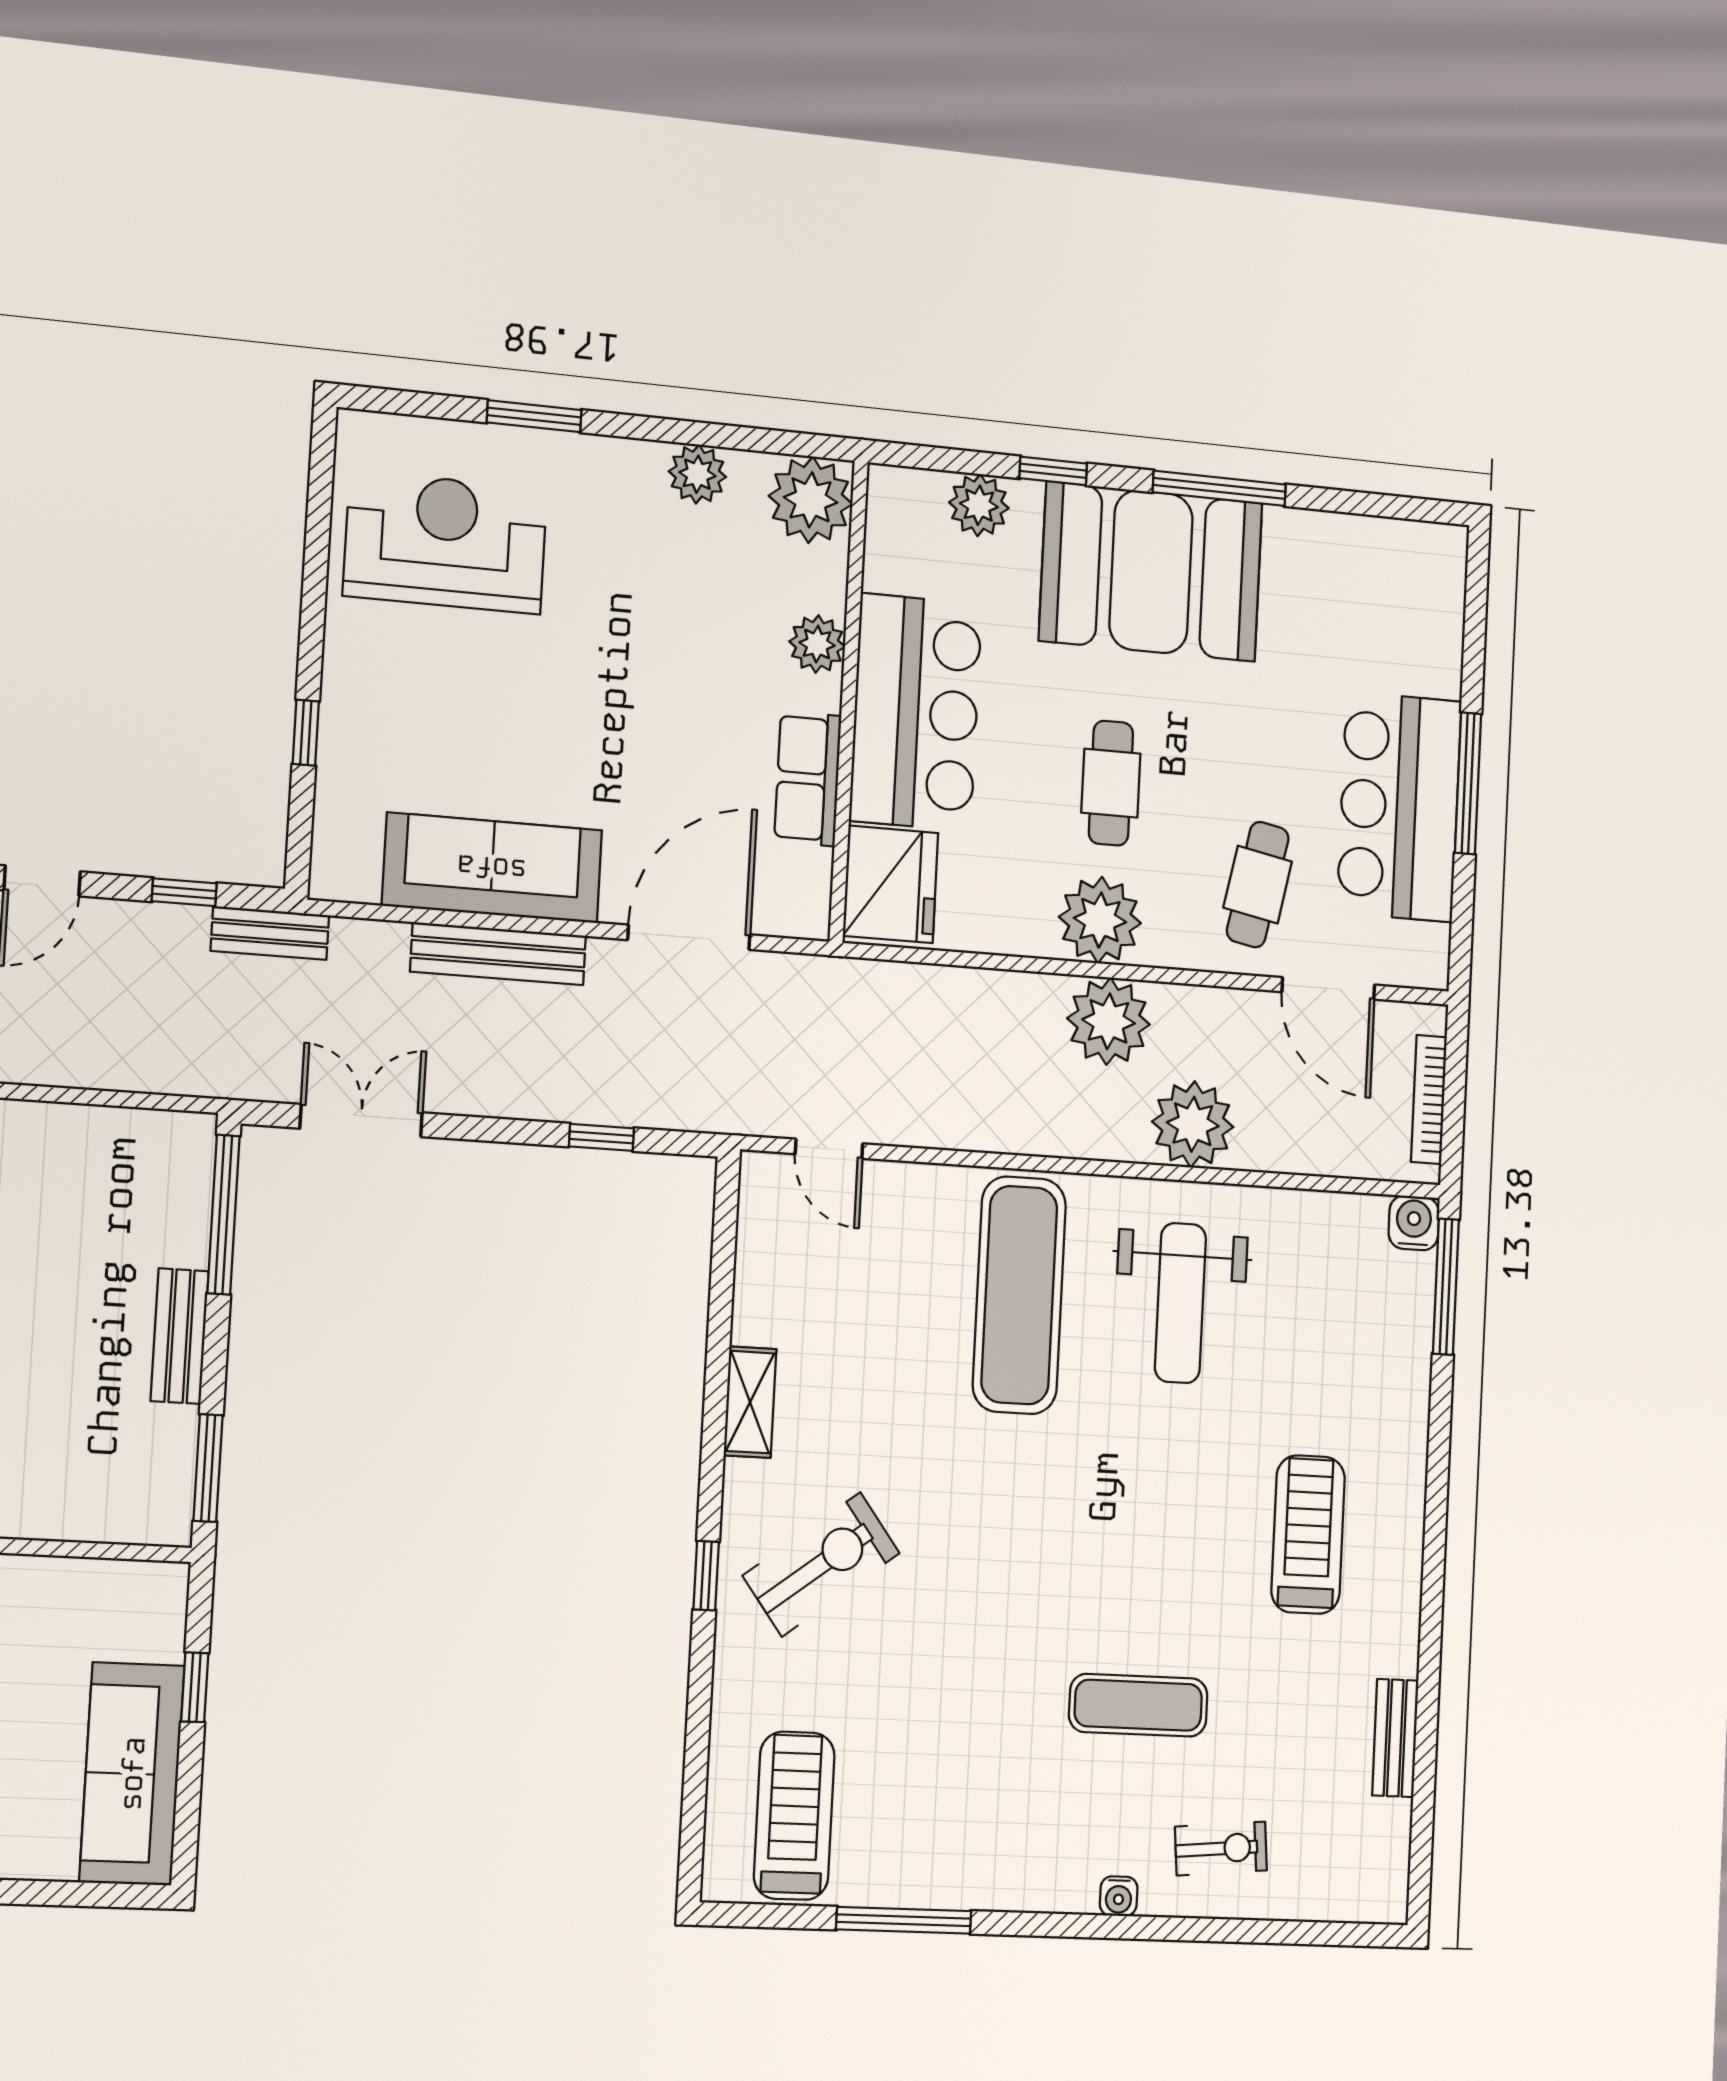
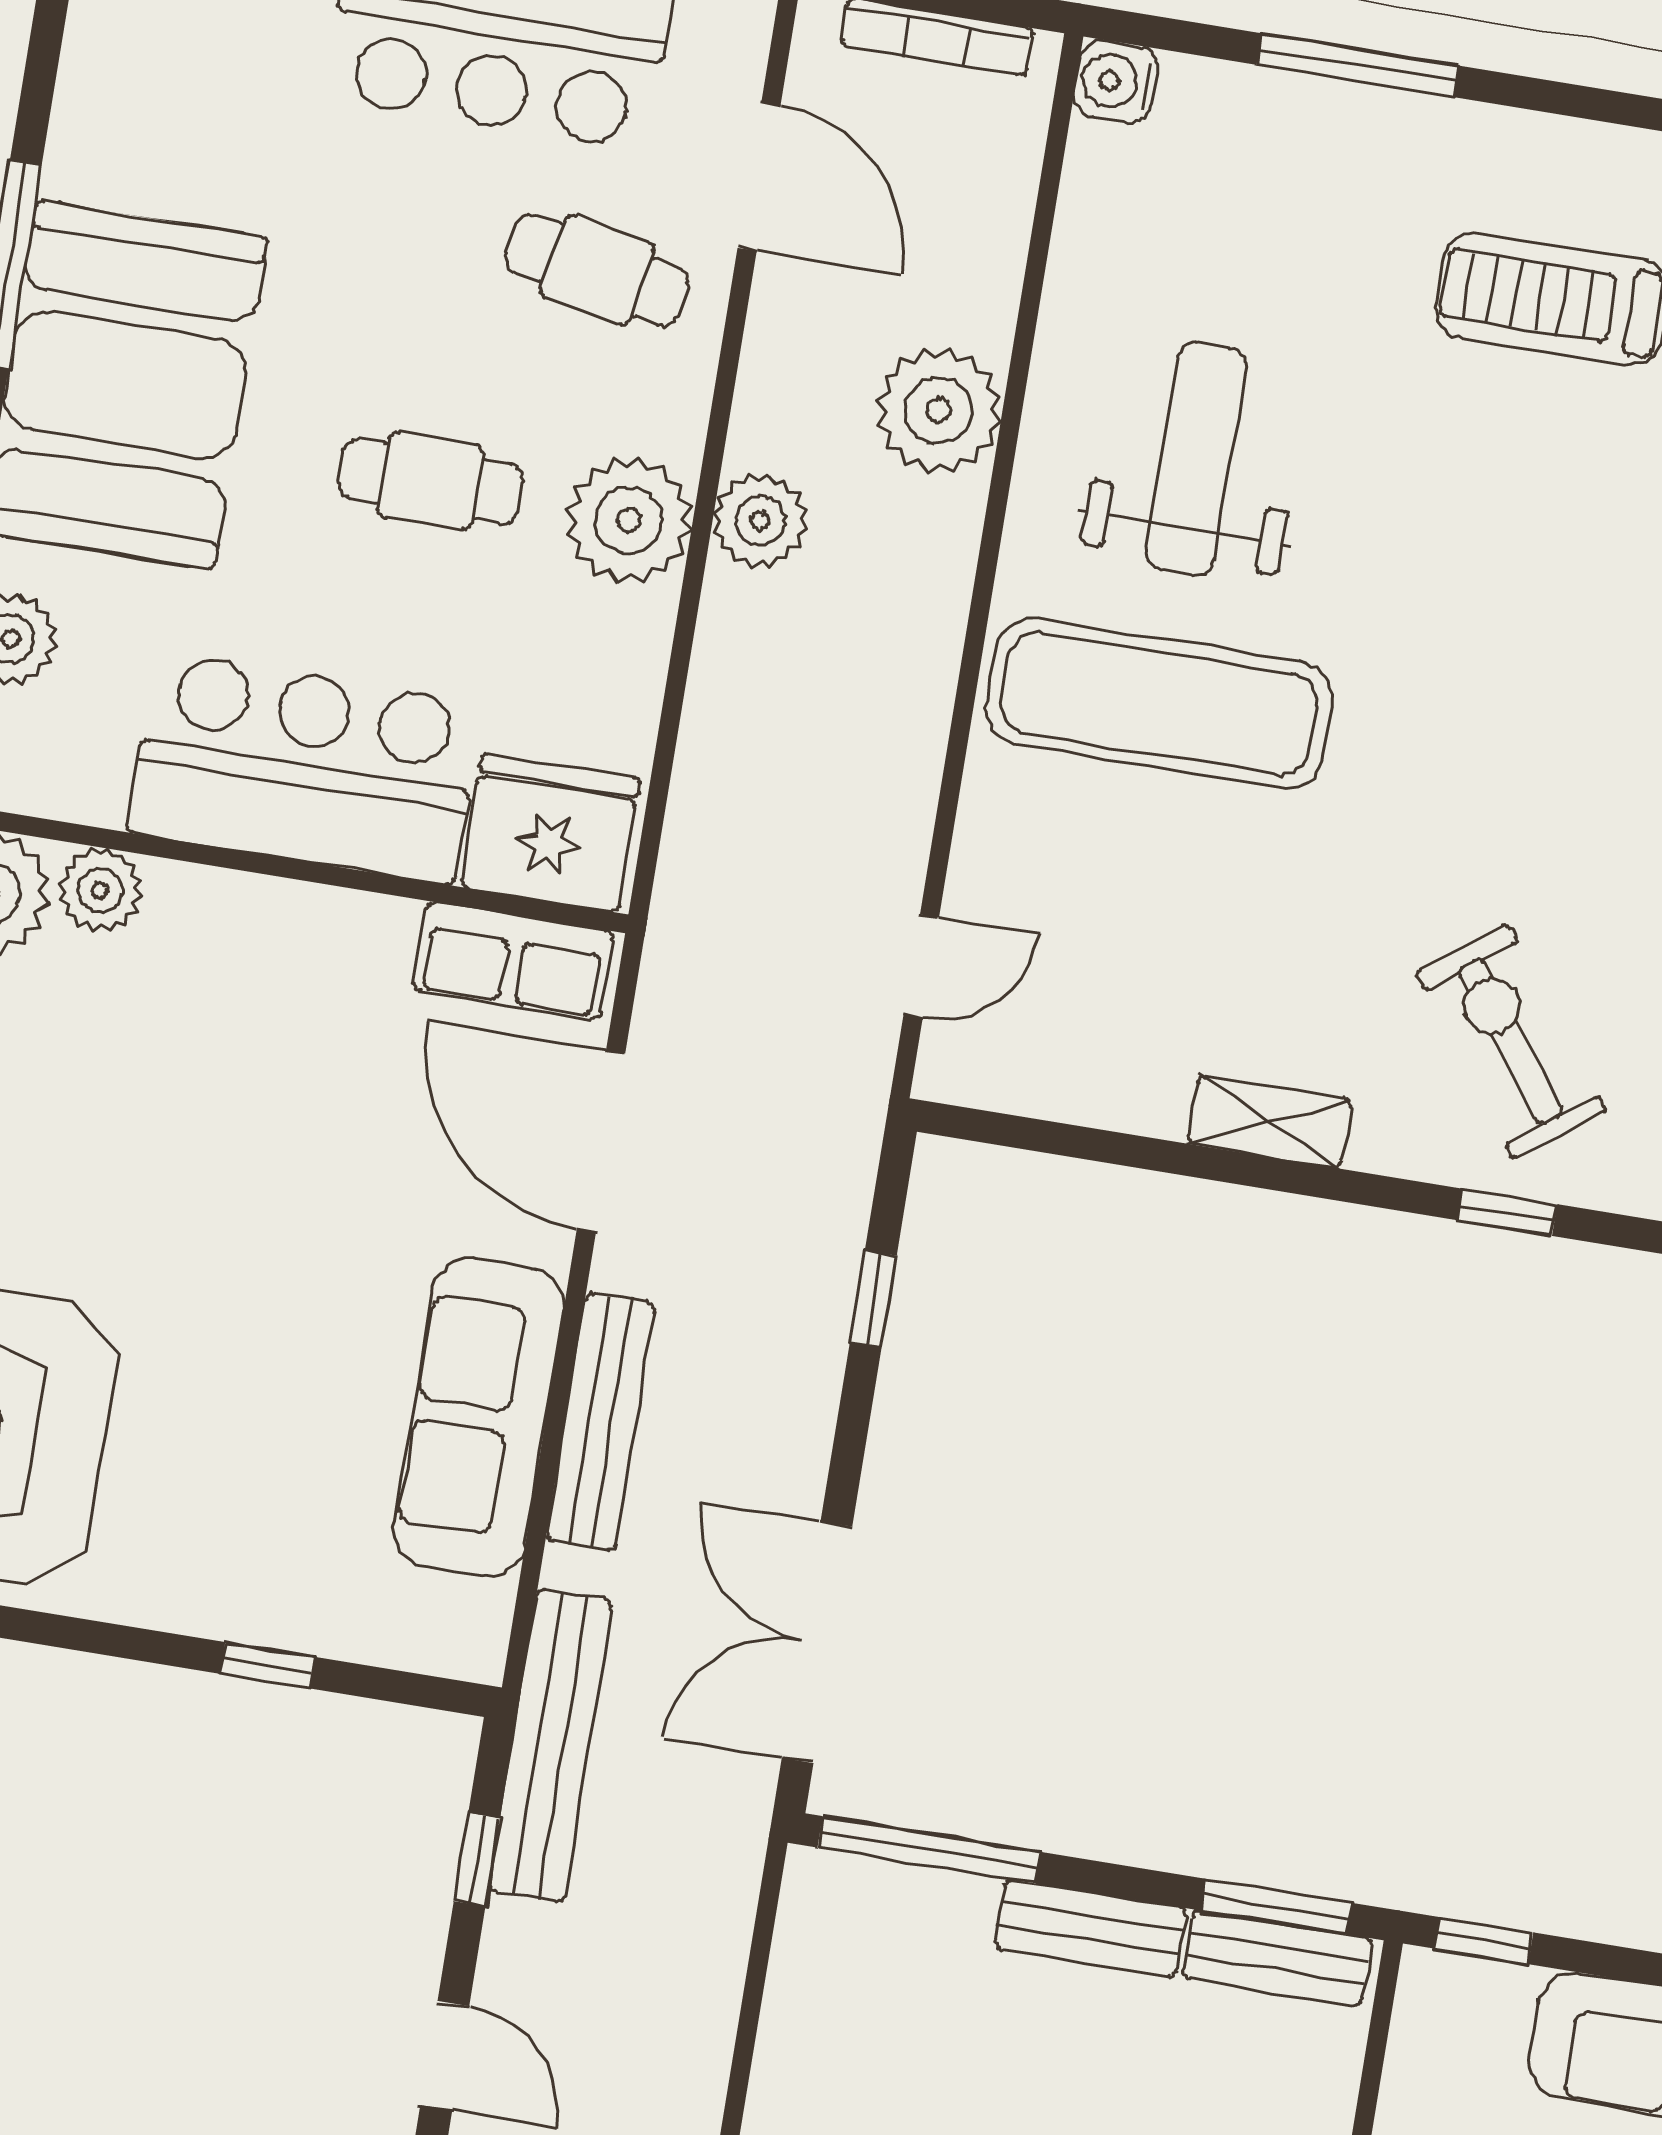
plant: (817, 644) -> (100, 890), moved
row of seats: (808, 779) -> (513, 961), moved
bench: (270, 933) -> (550, 1746), width x1.86, depth x1.21
door: (1328, 988) -> (759, 177), hinge flipped
plant: (1108, 1021) -> (760, 521), width x0.73, depth x0.73
double door: (361, 1121) -> (817, 1642), width x1.37
window: (1446, 1287) -> (1358, 65), moved
weight bench: (1180, 1303) -> (1196, 459), turned -90
bench: (172, 1473) -> (1277, 1958), added
window: (195, 1687) -> (1484, 1941), moved

